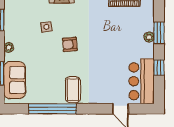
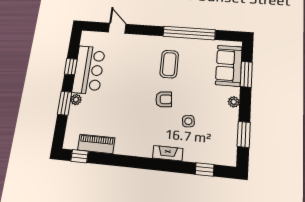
bar counter: (142, 81) -> (89, 70), moved
coffee table: (73, 90) -> (169, 64), moved

